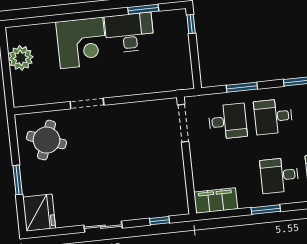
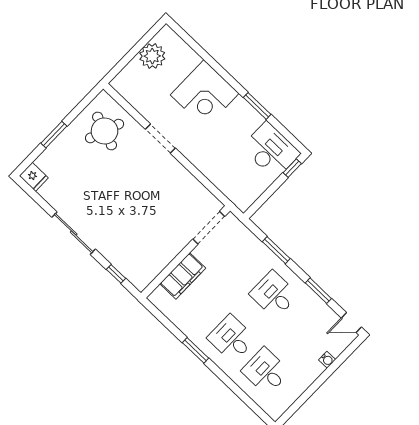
window: (143, 9) -> (257, 106), moved
desk: (129, 33) -> (271, 150), moved
desk: (228, 121) -> (240, 262), removed
filing cabinet: (216, 201) -> (183, 276), moved, turned 90
fridge: (39, 213) -> (34, 177), width x0.53, depth x0.75
sliding door: (103, 227) -> (74, 233), width x1.37

